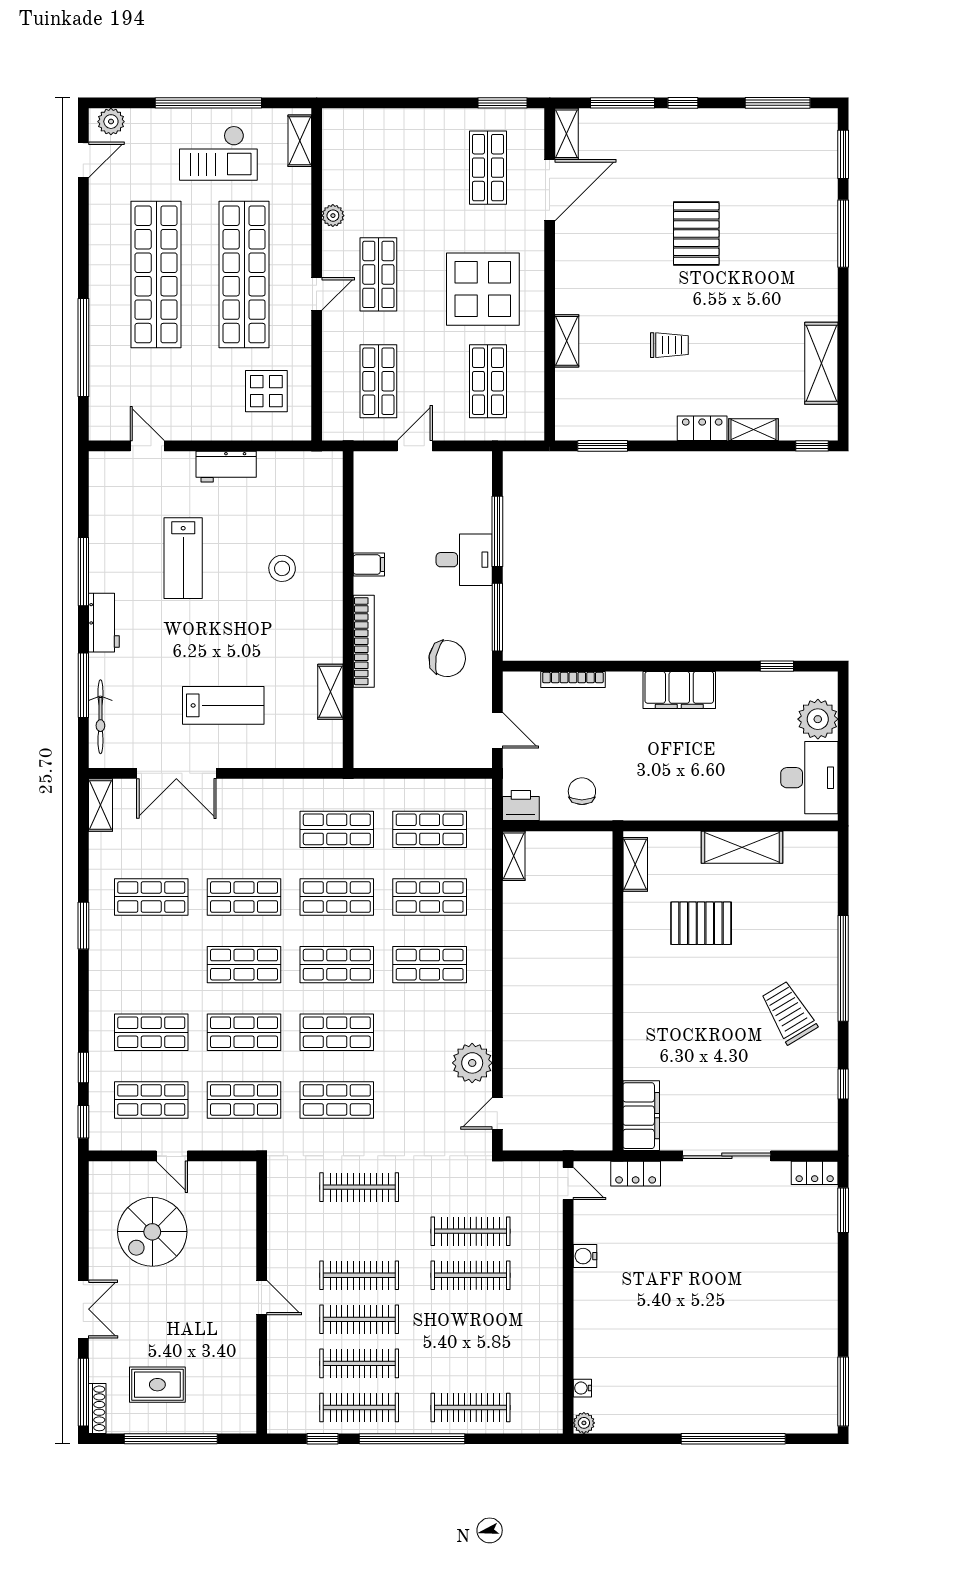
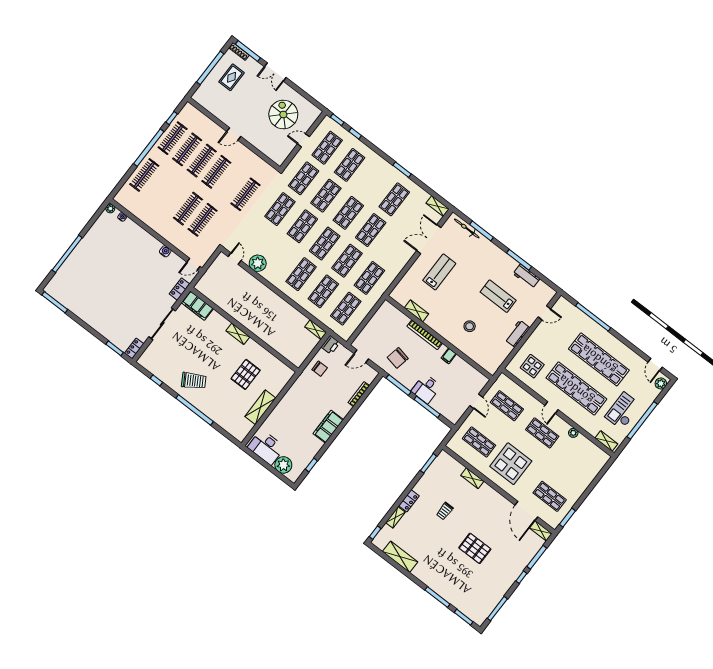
workbench: (104, 623) -> (526, 276), moved
lab bench: (223, 705) -> (439, 272), turned 180
shelving: (635, 864) -> (238, 334), moved

